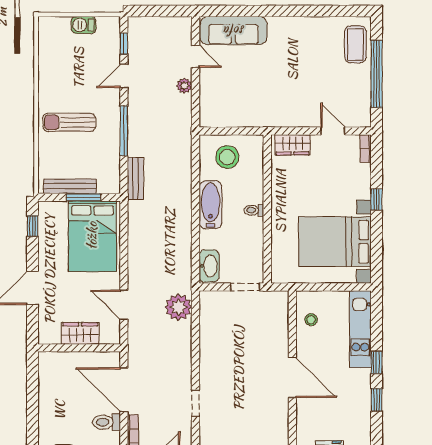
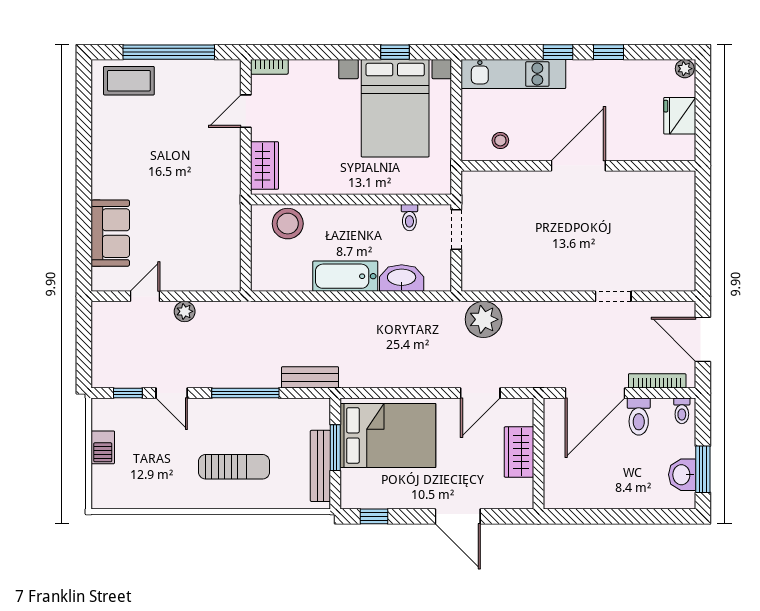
sofa: (234, 31) -> (110, 233), width x0.73
sun lounger: (69, 122) -> (234, 467), turned -90
stool: (227, 157) -> (288, 224), moved
window: (377, 199) -> (395, 52), moved
toilet: (254, 210) -> (409, 218), moved
washbasin: (209, 266) -> (402, 278), moved

